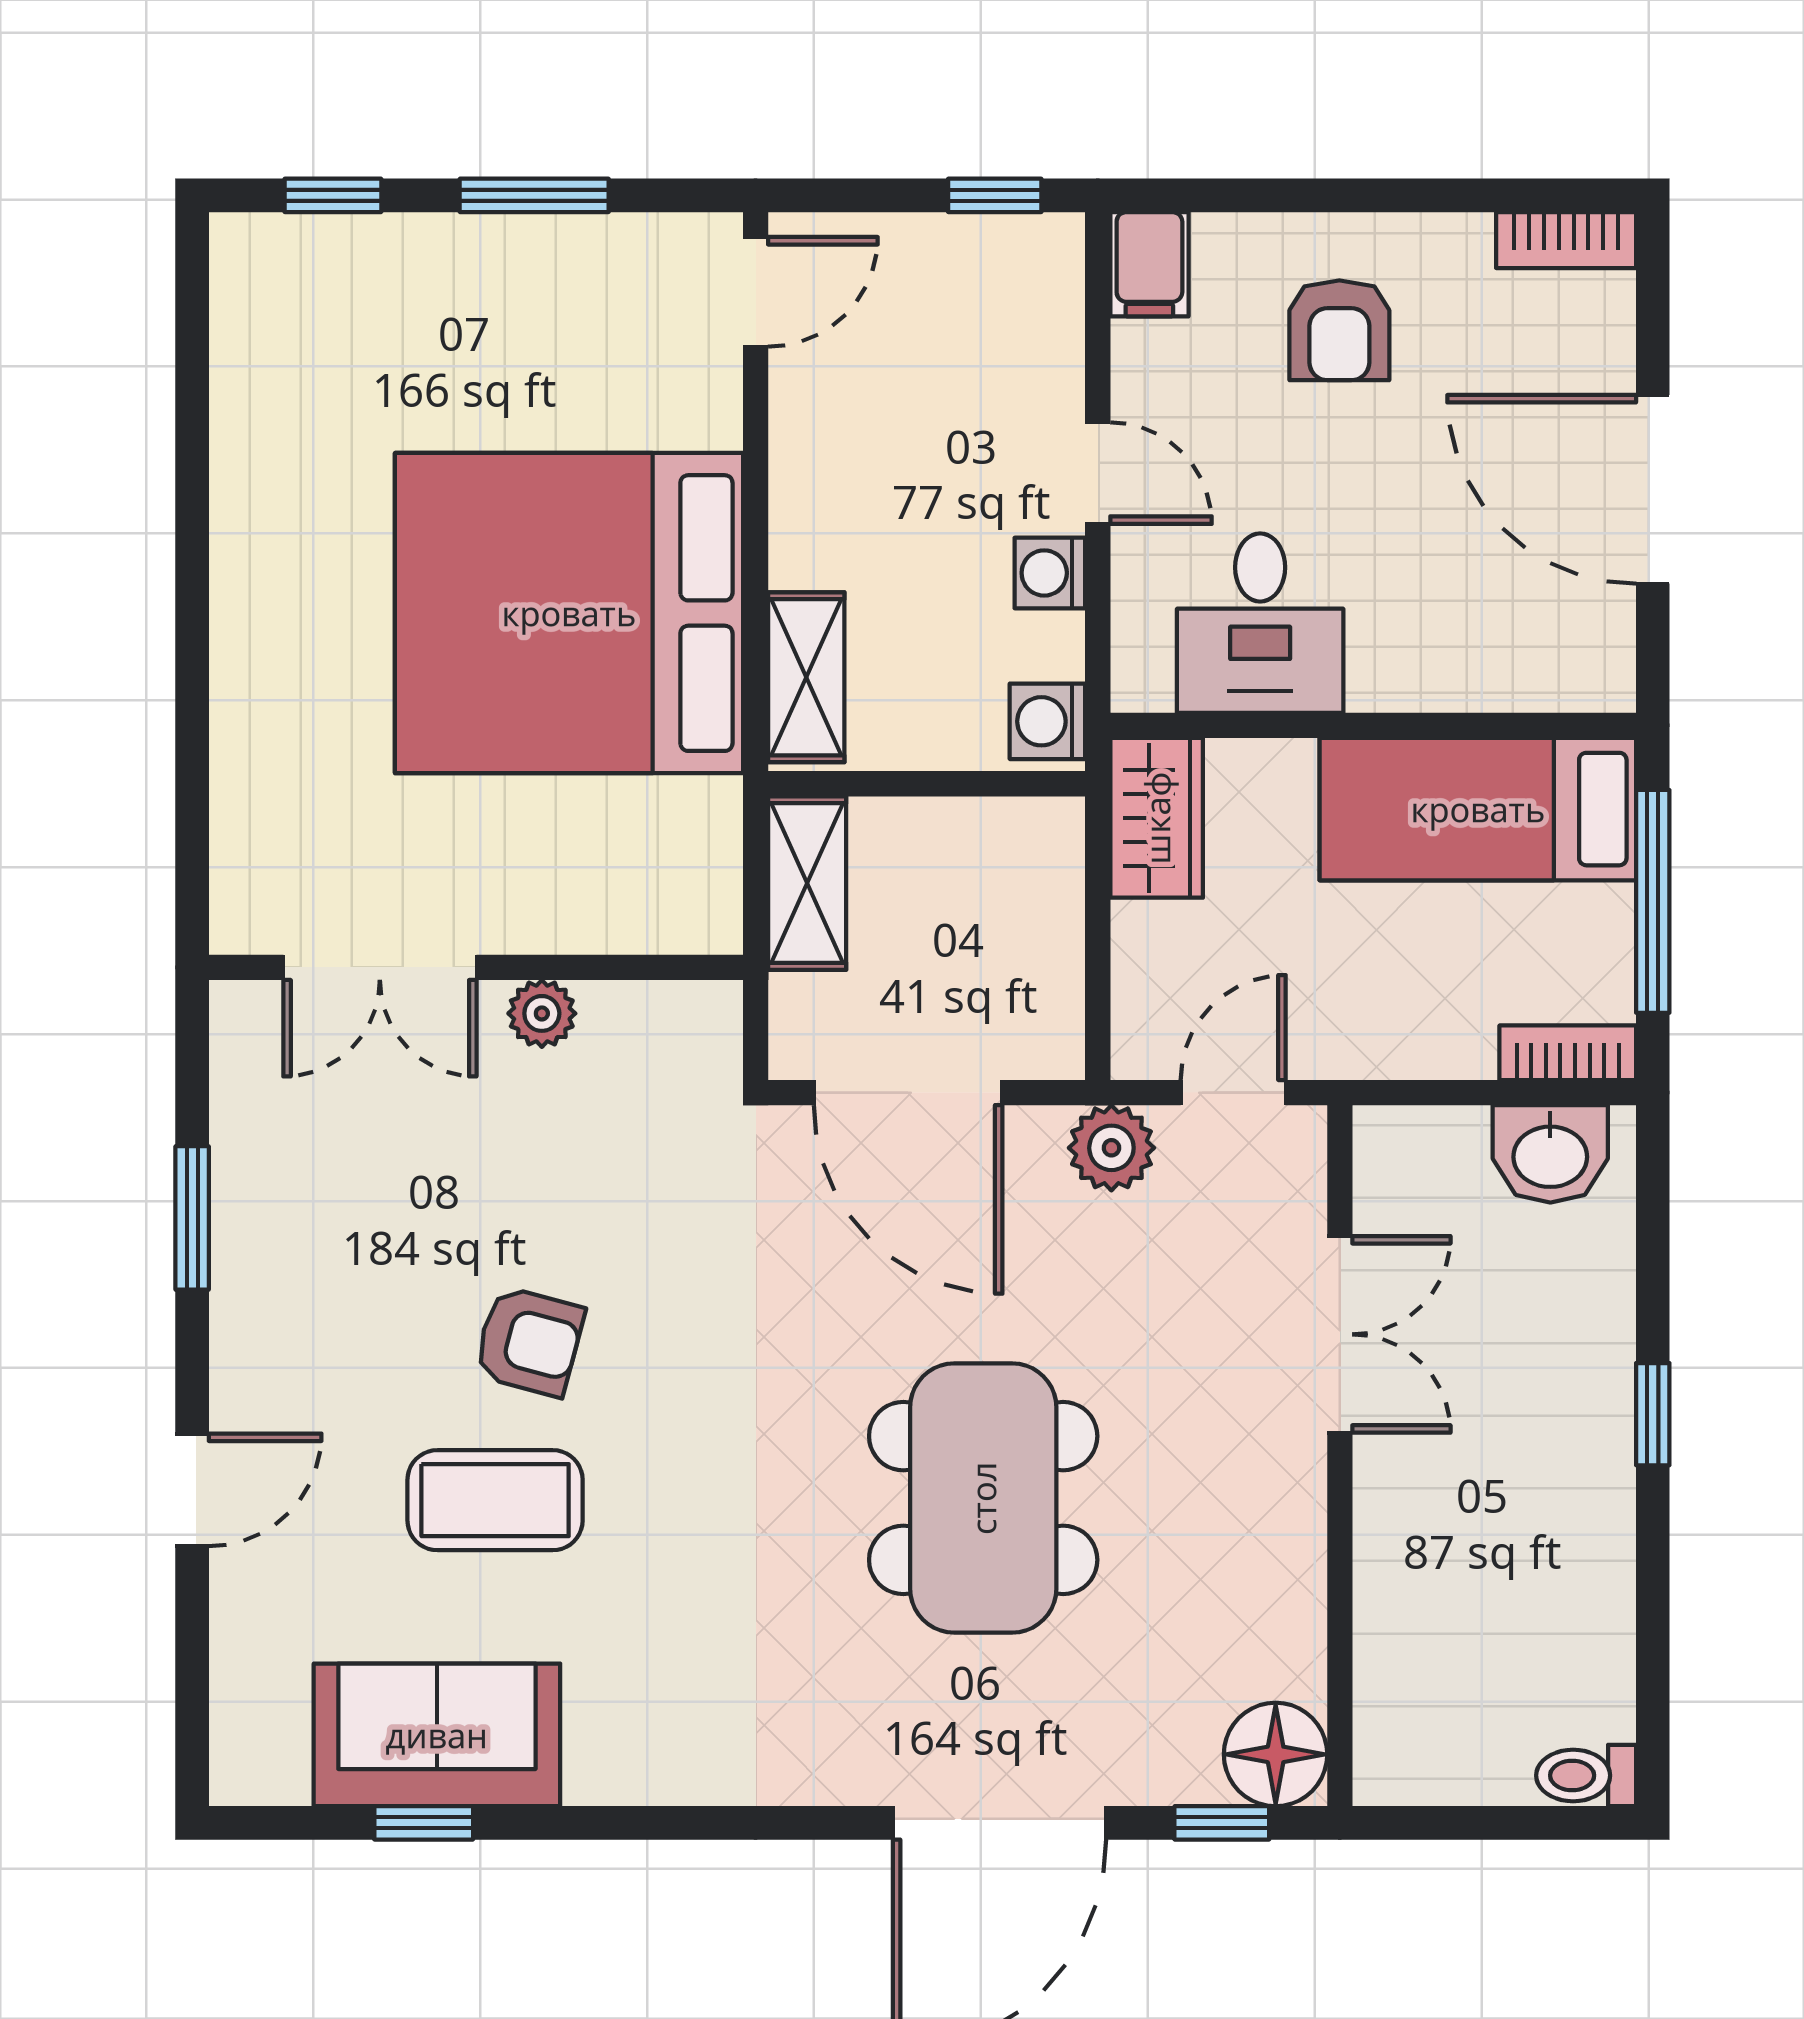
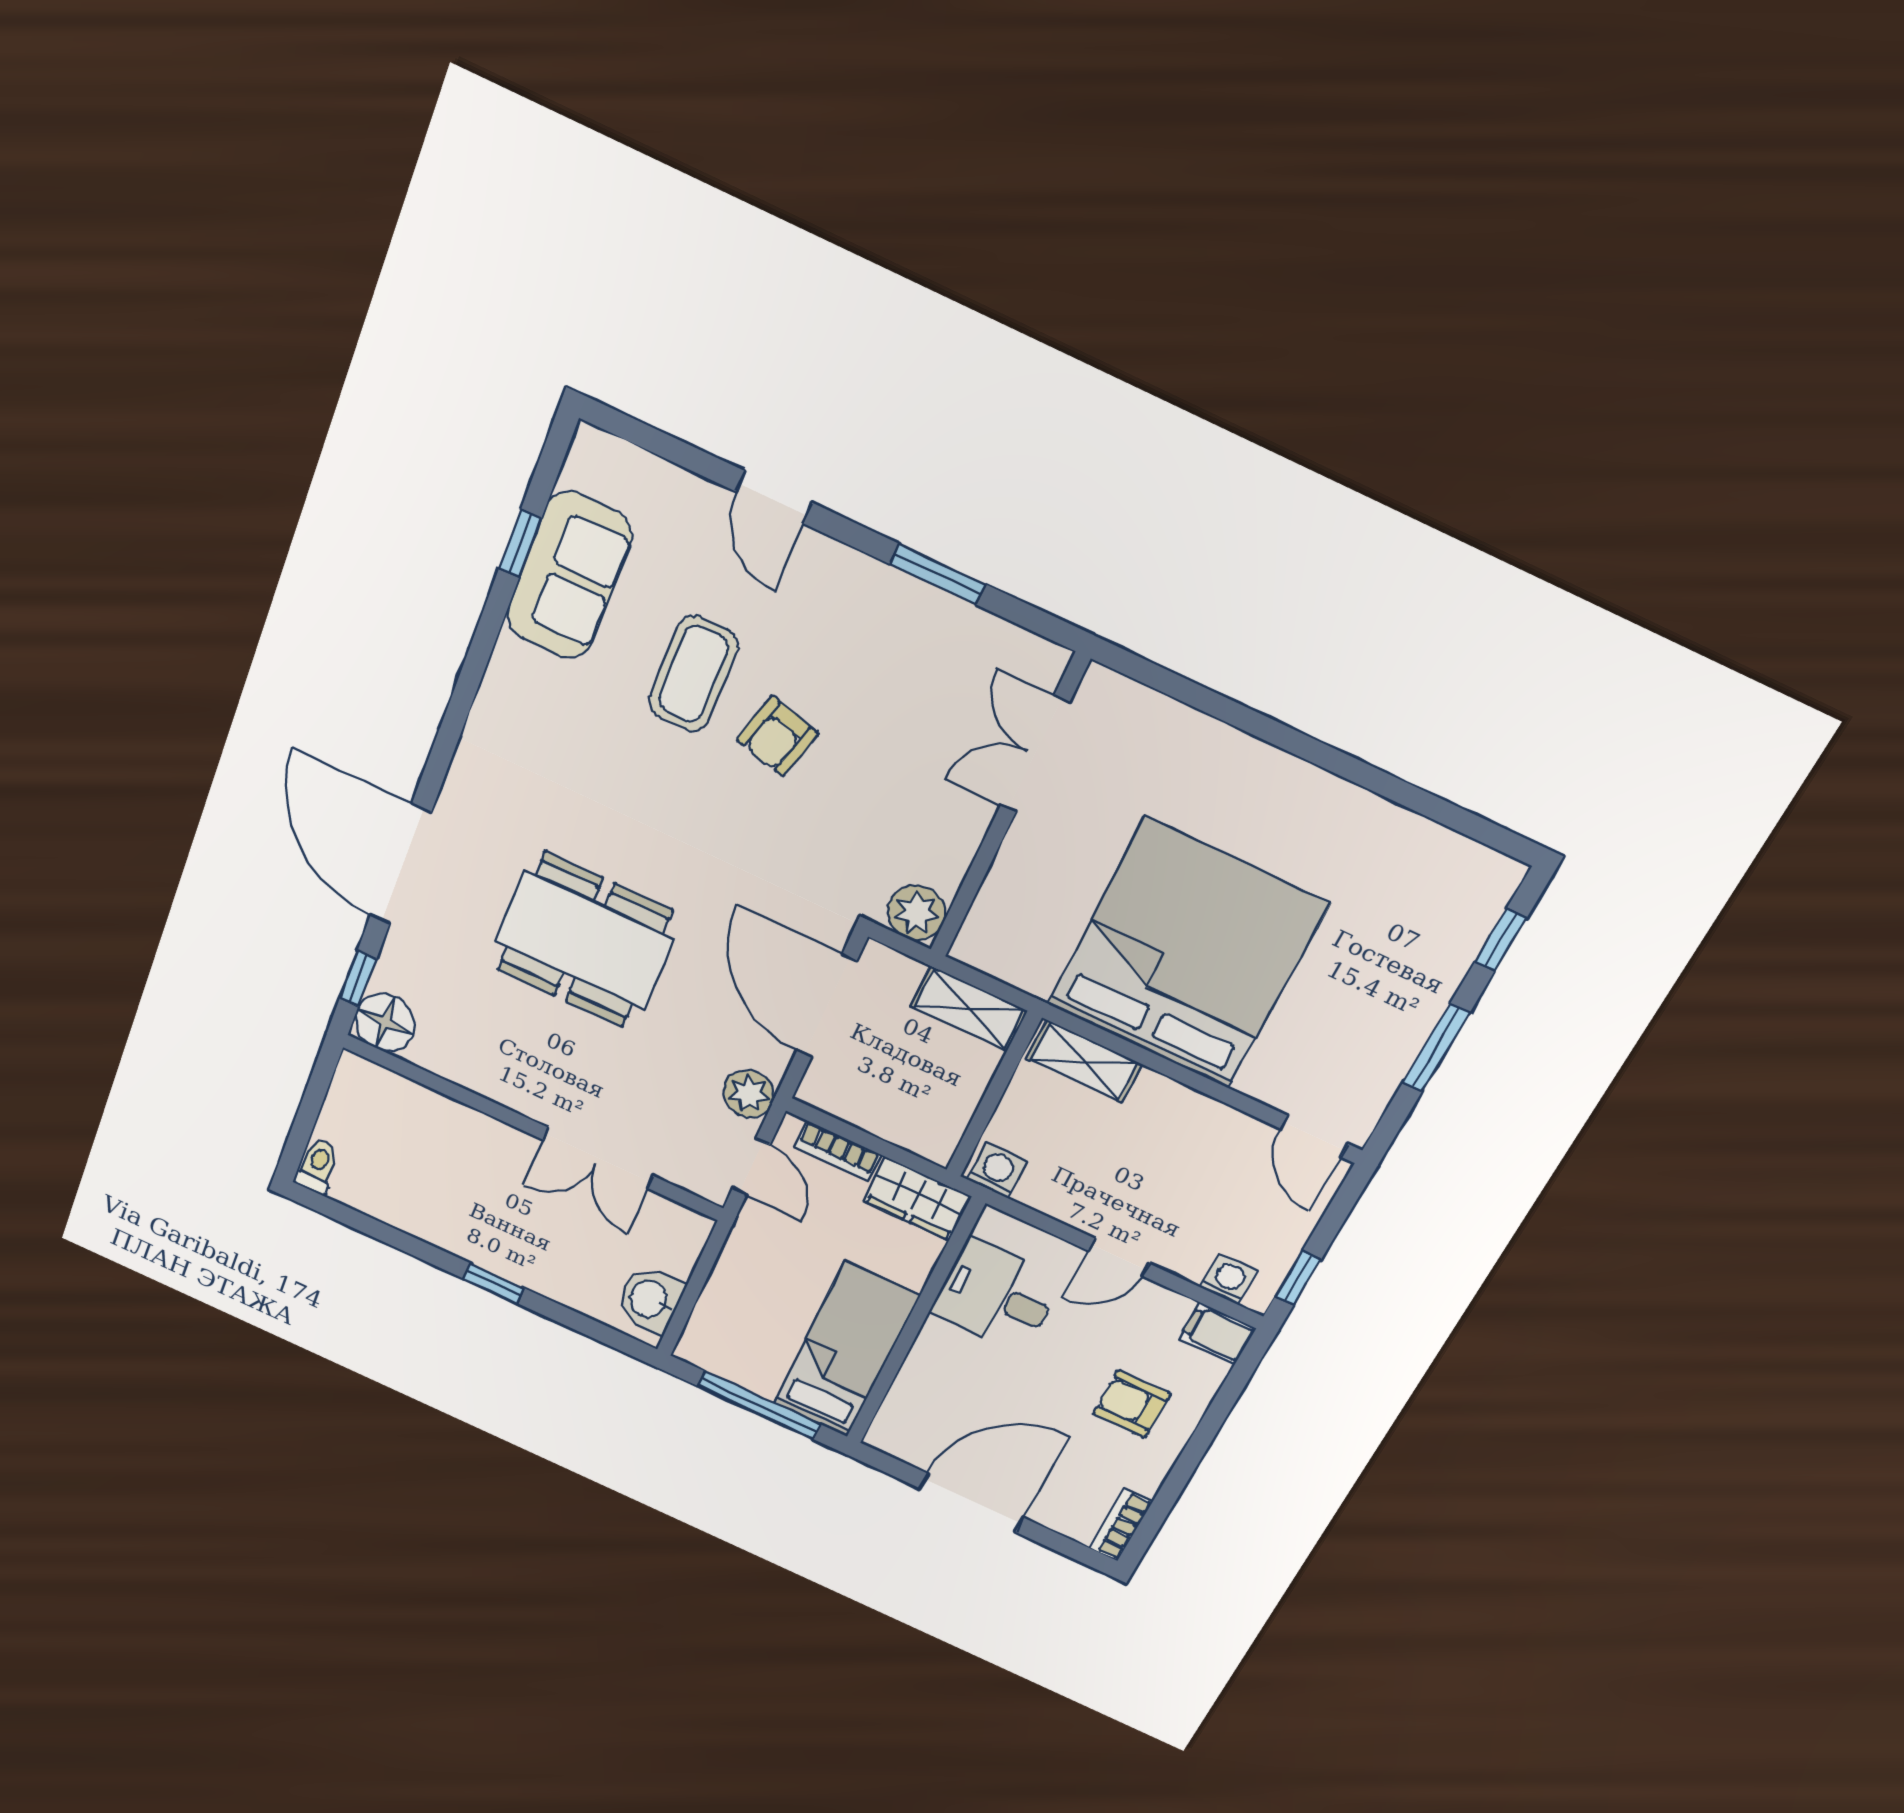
washing machine: (1050, 573) -> (1228, 1279), moved
plant: (542, 1013) -> (917, 913), moved, width x1.38, depth x1.38
bookcase: (1568, 1053) -> (838, 1151), moved, turned 90
door: (908, 1093) -> (827, 1006), hinge flipped

